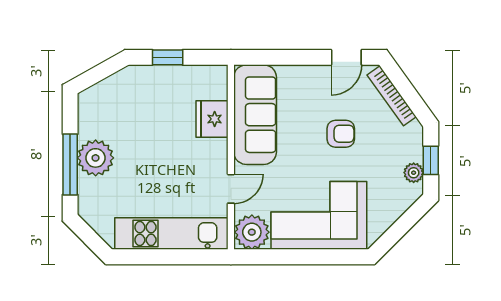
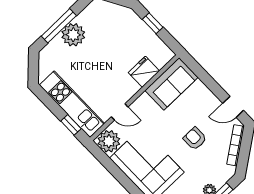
sofa: (255, 115) -> (171, 84), width x0.73
armchair: (341, 134) -> (195, 139), turned 180
window: (193, 257) -> (71, 125), added

